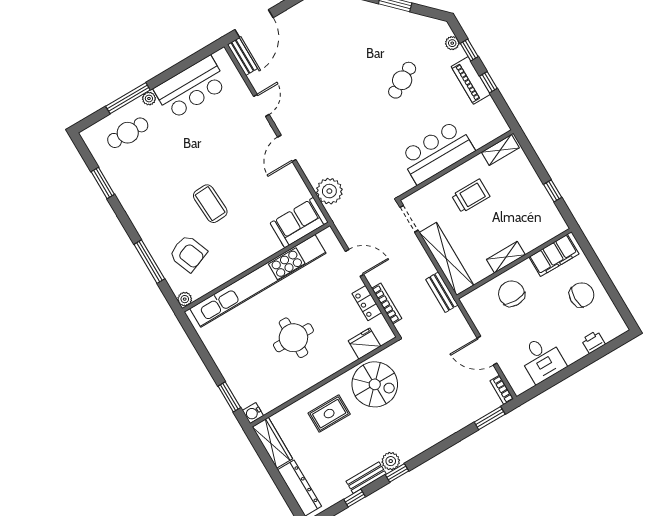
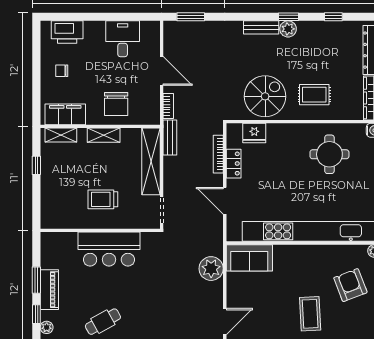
window: (488, 82) -> (36, 280), width x1.50
shelving: (500, 150) -> (61, 135), moved
chair: (582, 295) -> (62, 71), width x0.54, depth x0.54
round table: (293, 338) -> (329, 154), moved
printer: (593, 342) -> (67, 32), width x1.87, depth x1.48
spiral stairs: (375, 384) -> (265, 96), turned 90
bookcase: (502, 390) -> (168, 106), moved
bench: (366, 478) -> (261, 27), moved

